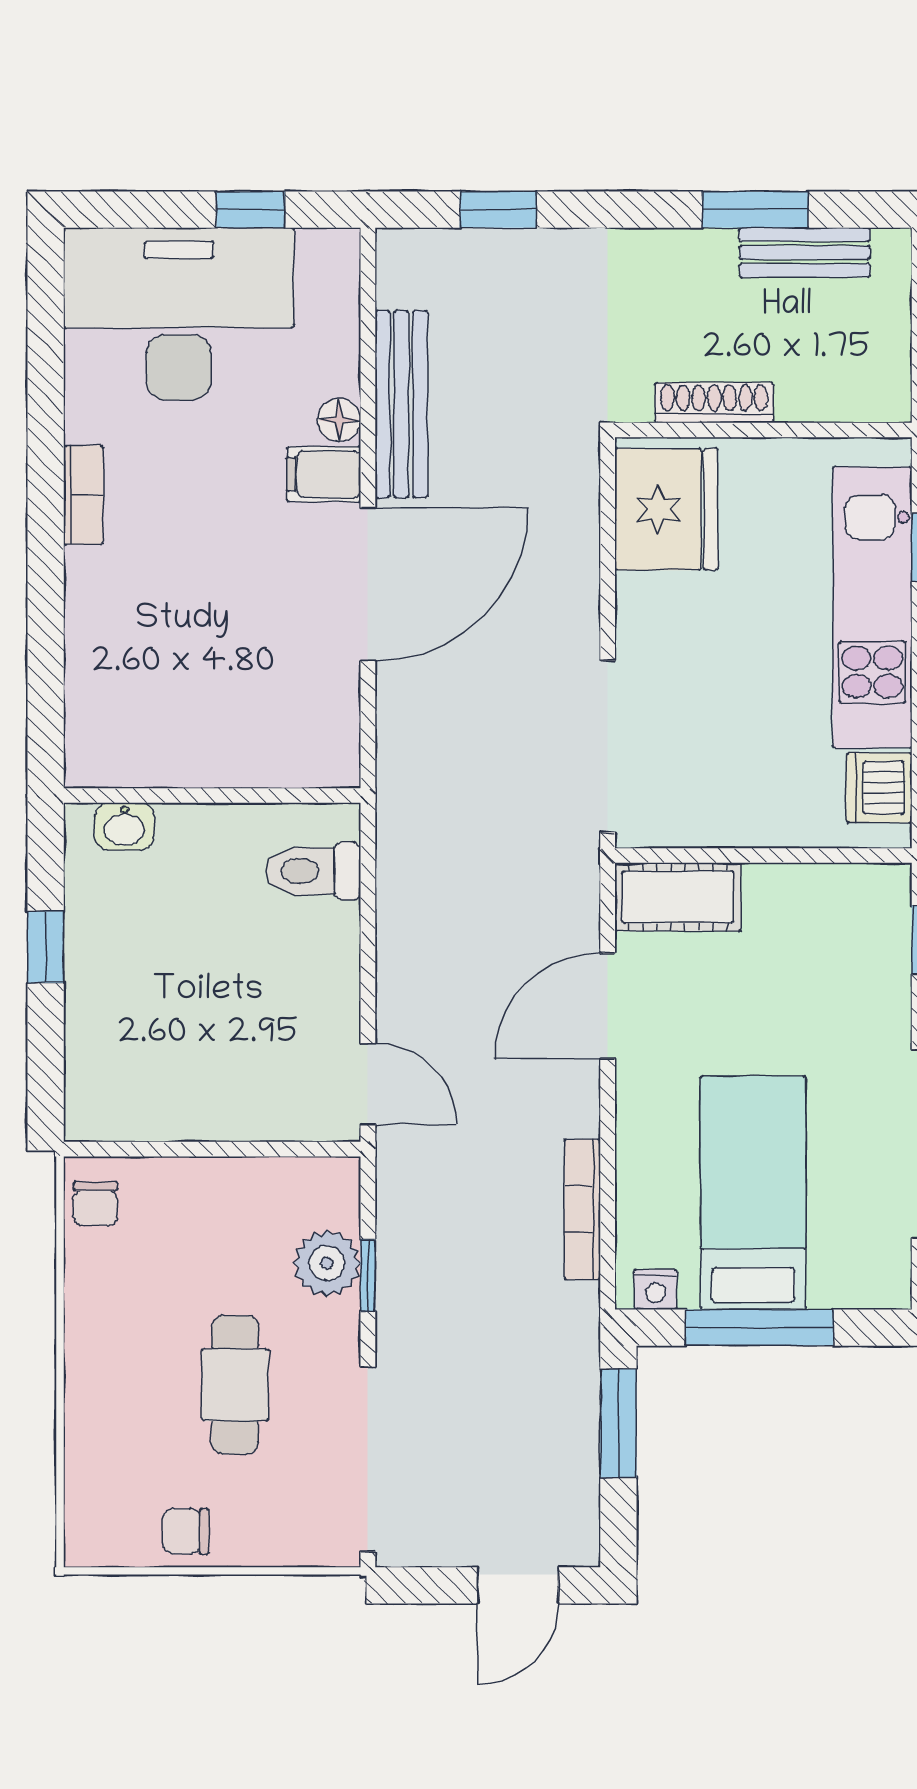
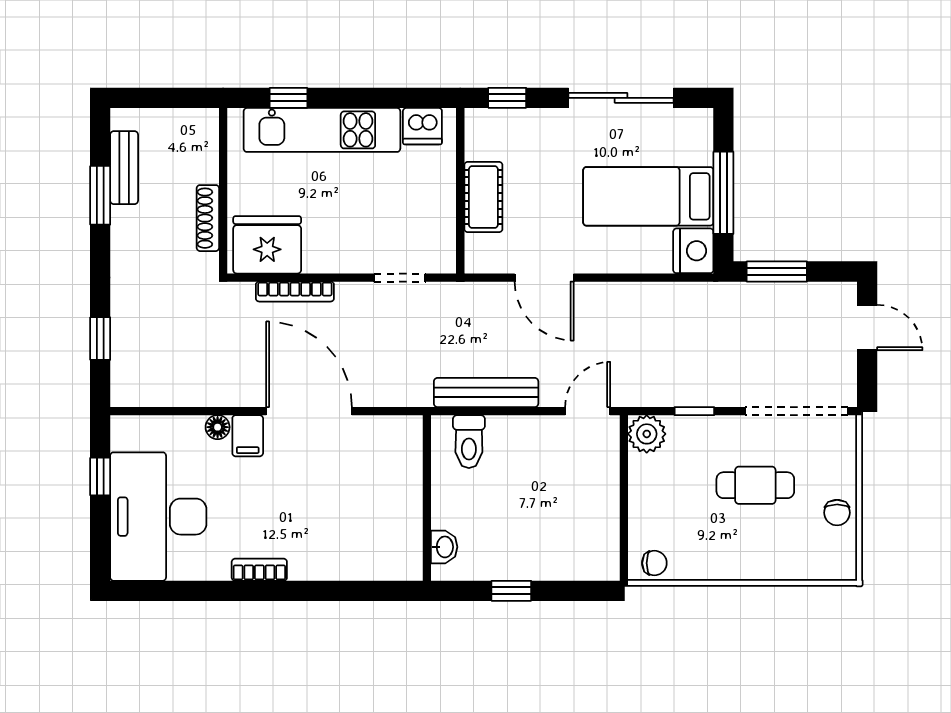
bench: (401, 404) -> (486, 392), moved
doorway: (608, 746) -> (399, 278), width x0.53
cot: (678, 897) -> (483, 197), moved
bookcase: (582, 1209) -> (295, 292), moved
plant: (327, 1263) -> (647, 434), moved
nightstand: (656, 1290) -> (693, 251), width x1.89, depth x1.79

